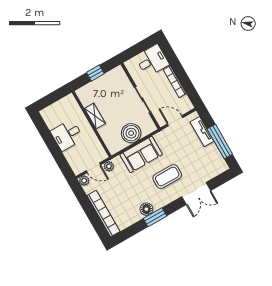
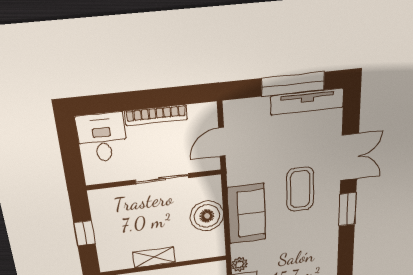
tv unit: (202, 132) -> (307, 101), moved, width x1.41
floor lamp: (146, 209) -> (329, 236), removed
window: (155, 217) -> (347, 209), moved

